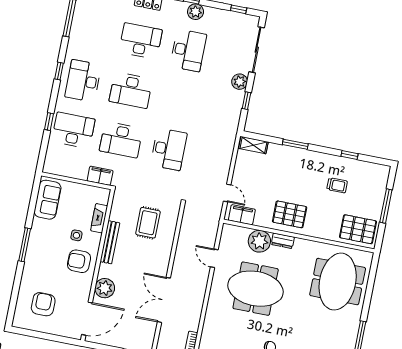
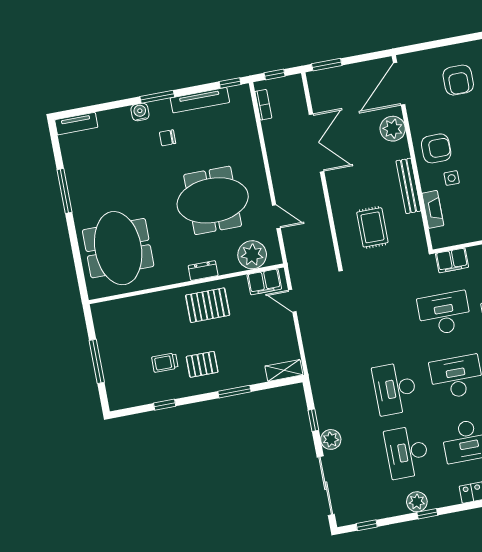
desk: (169, 149) -> (395, 389), moved
pallet: (358, 229) -> (202, 364), moved, width x0.67, depth x0.71
plant: (259, 241) -> (252, 255), moved

